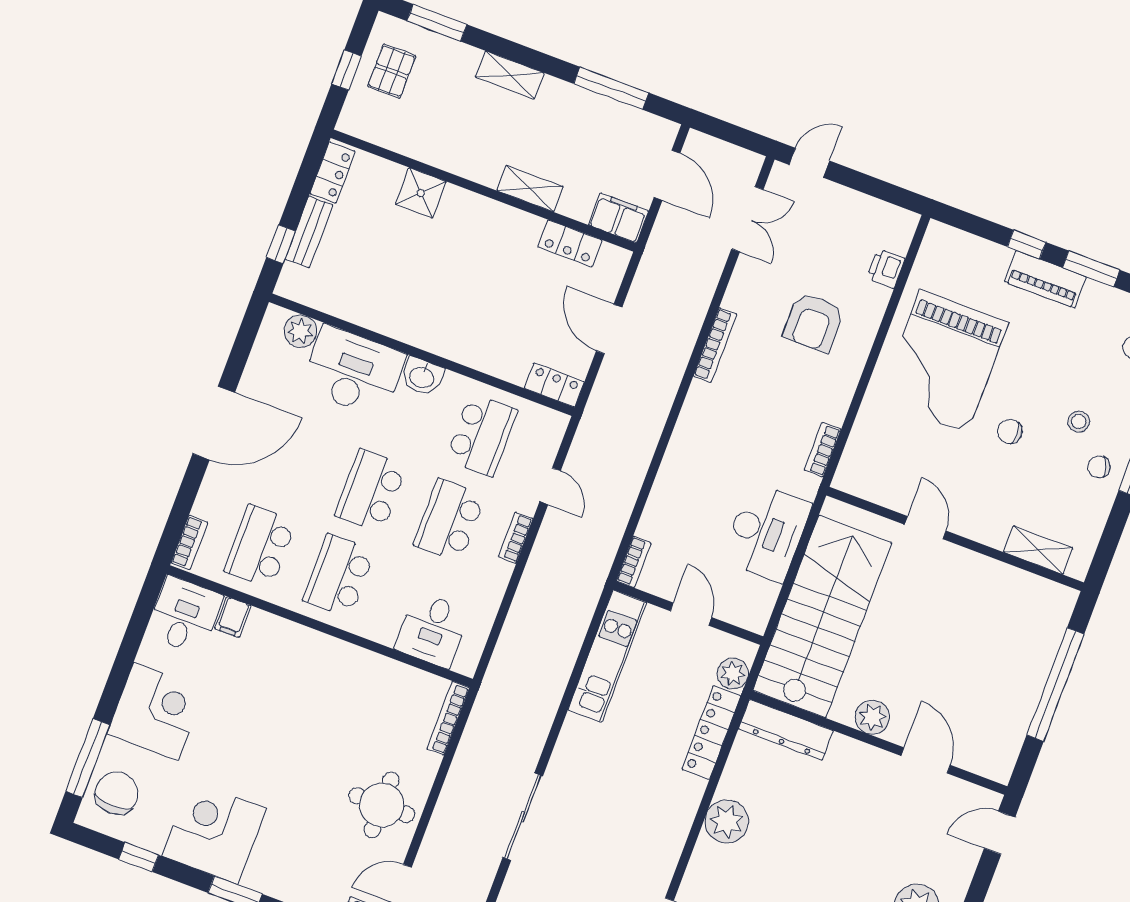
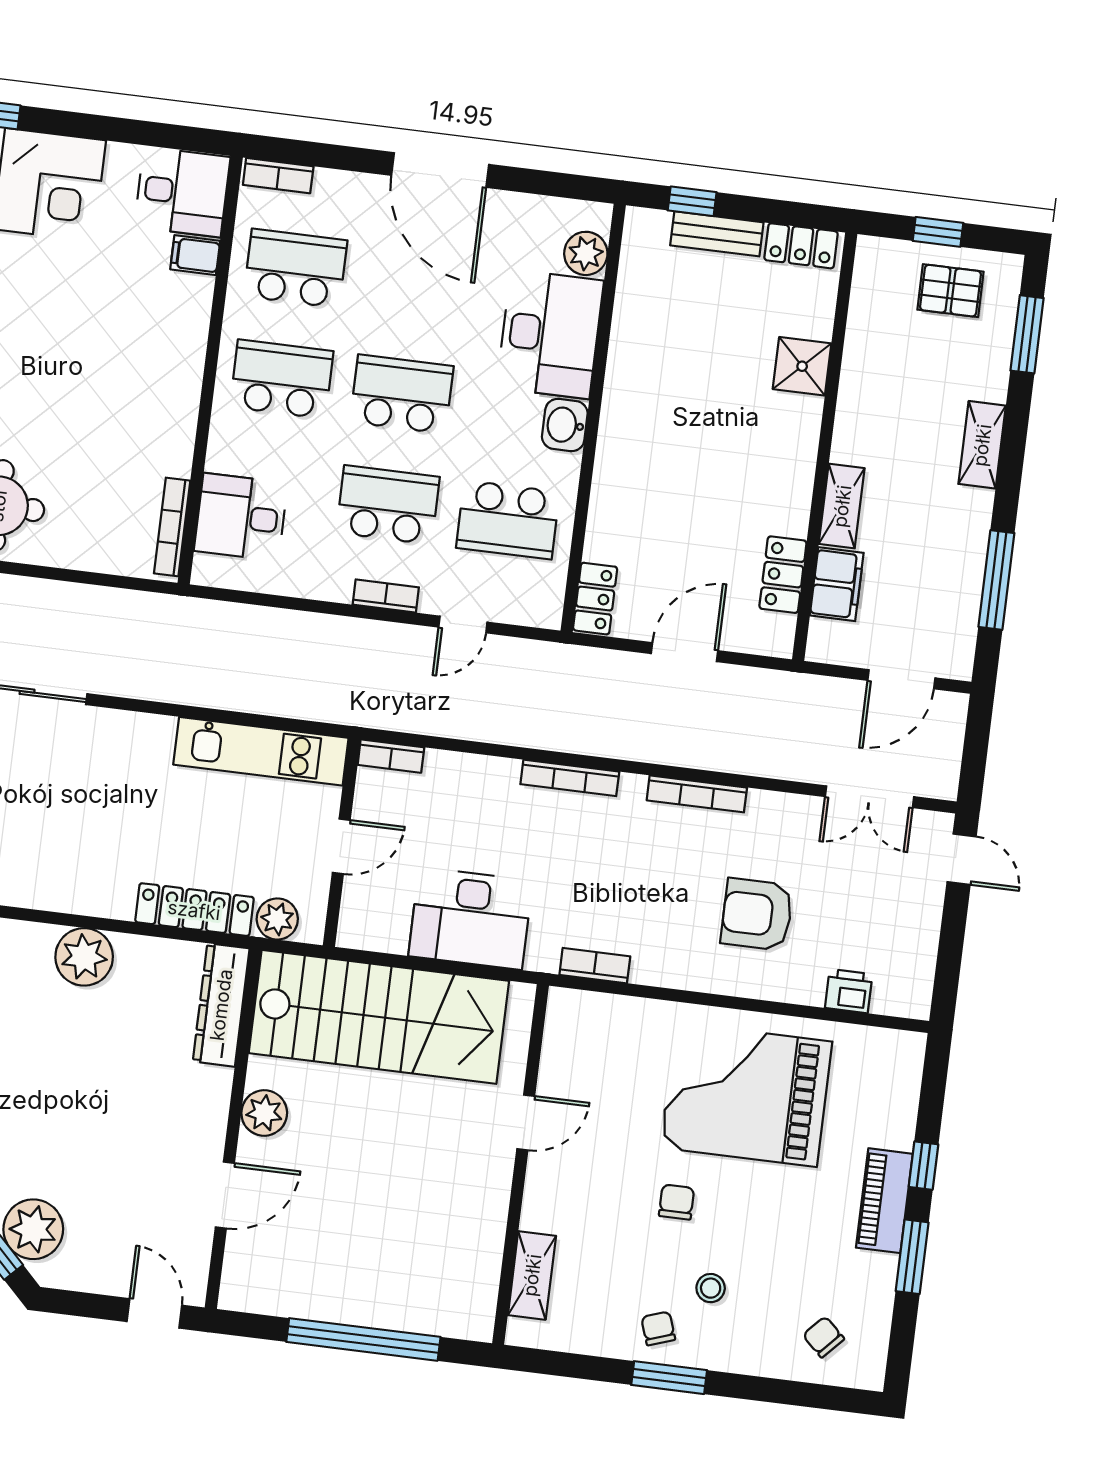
filing cabinet: (618, 218) -> (837, 584), moved
bookcase: (681, 435) -> (570, 778), added
bookcase: (448, 718) -> (172, 527), moved, turned -90

